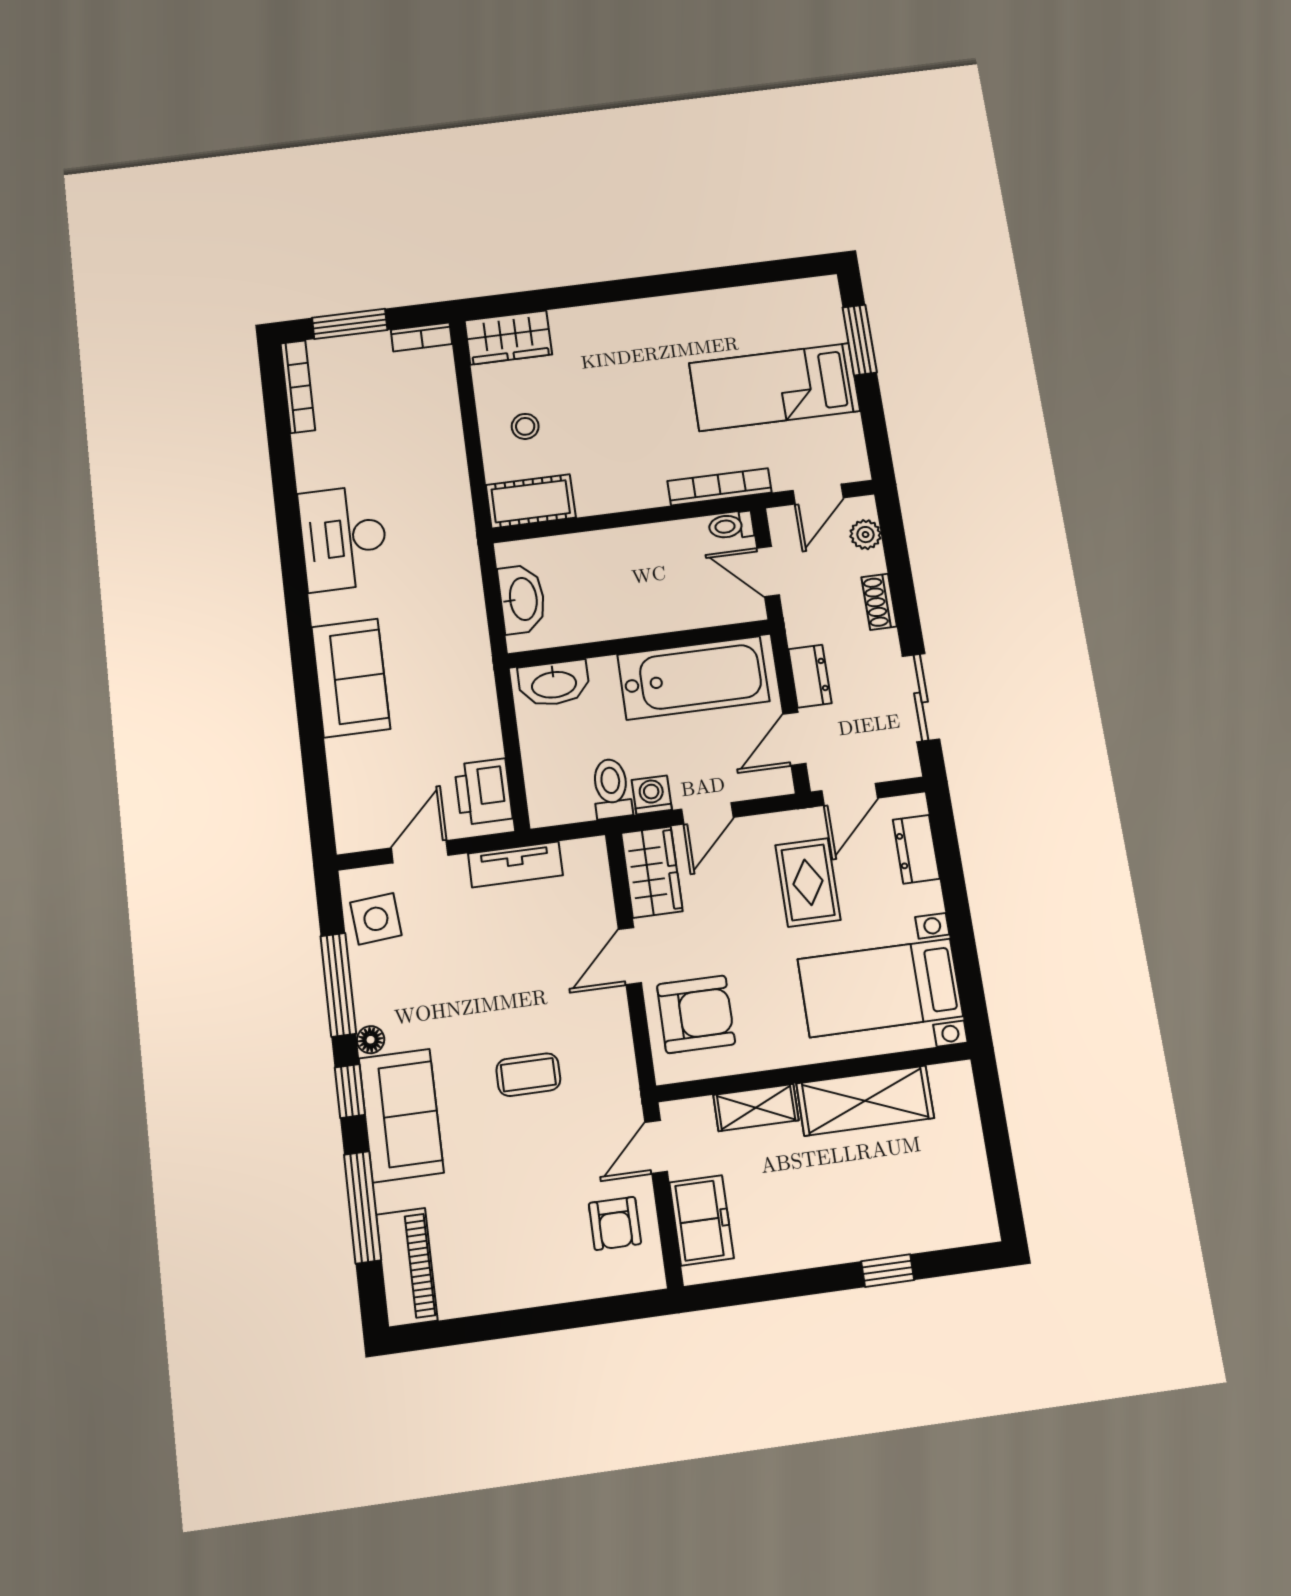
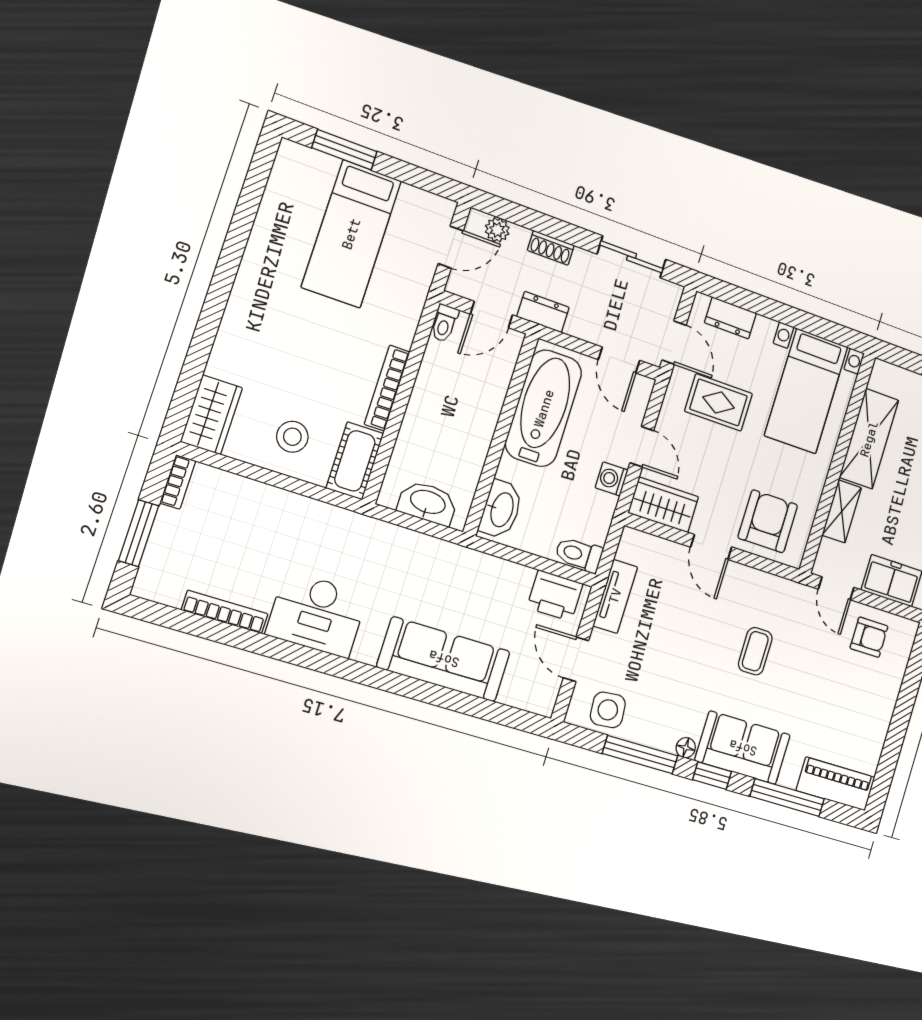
bookcase: (298, 387) -> (225, 612), moved
stool: (525, 426) -> (292, 437), width x1.37, depth x1.37
bookcase: (720, 487) -> (387, 388), moved
door: (818, 494) -> (451, 247), hinge flipped
dresser: (810, 676) -> (543, 312), moved
sofa: (351, 678) -> (444, 659), width x1.36
toilet: (611, 788) -> (579, 554), moved

